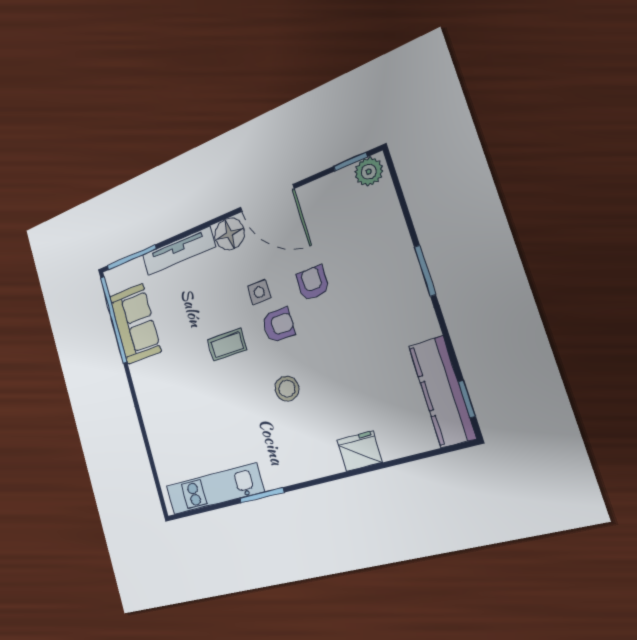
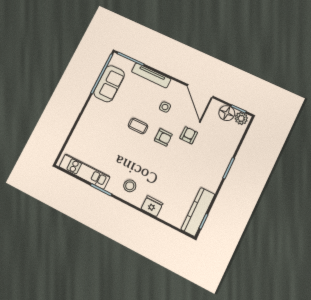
floor lamp: (230, 234) -> (227, 113), moved
side table: (259, 292) -> (165, 107), moved
stool: (287, 389) -> (130, 186), moved

